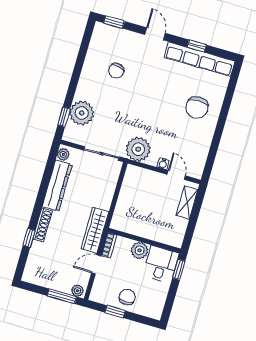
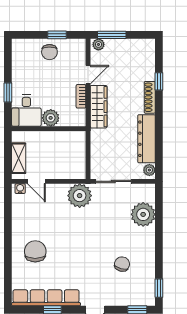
window: (64, 117) -> (159, 288), moved
water cooler: (163, 164) -> (20, 189), moved
wall: (144, 241) -> (49, 129), moved
plant: (139, 250) -> (51, 118), moved
desk: (161, 264) -> (26, 110), moved

